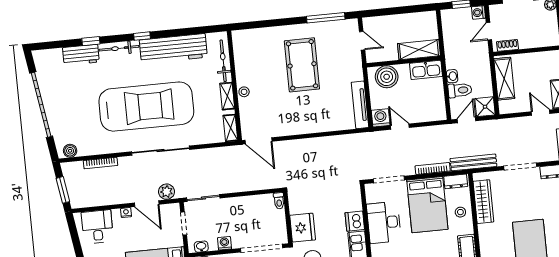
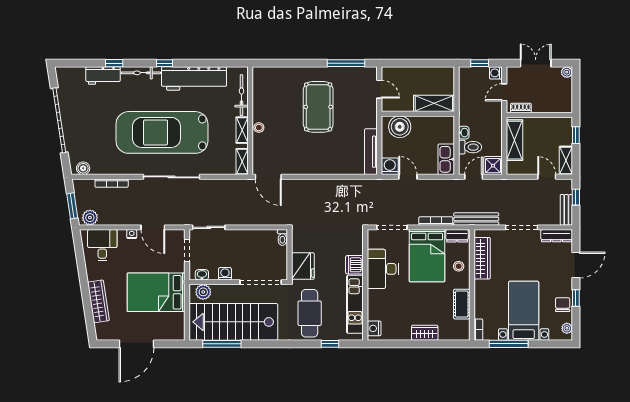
kitchen sink: (426, 70) -> (446, 159), moved, turned 90
car: (146, 107) -> (162, 132), turned 180
plant: (167, 192) -> (90, 218), moved

